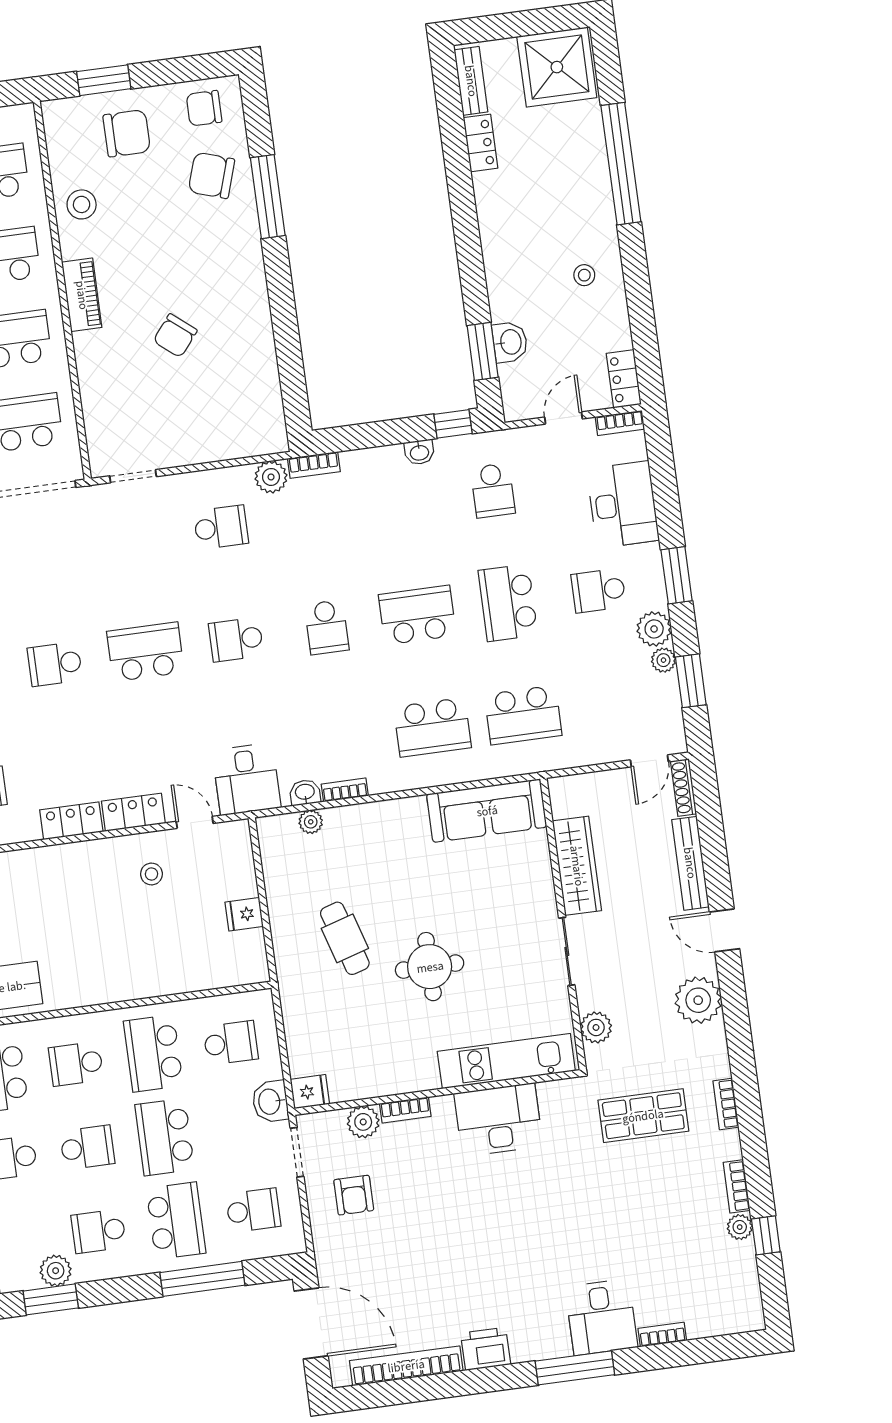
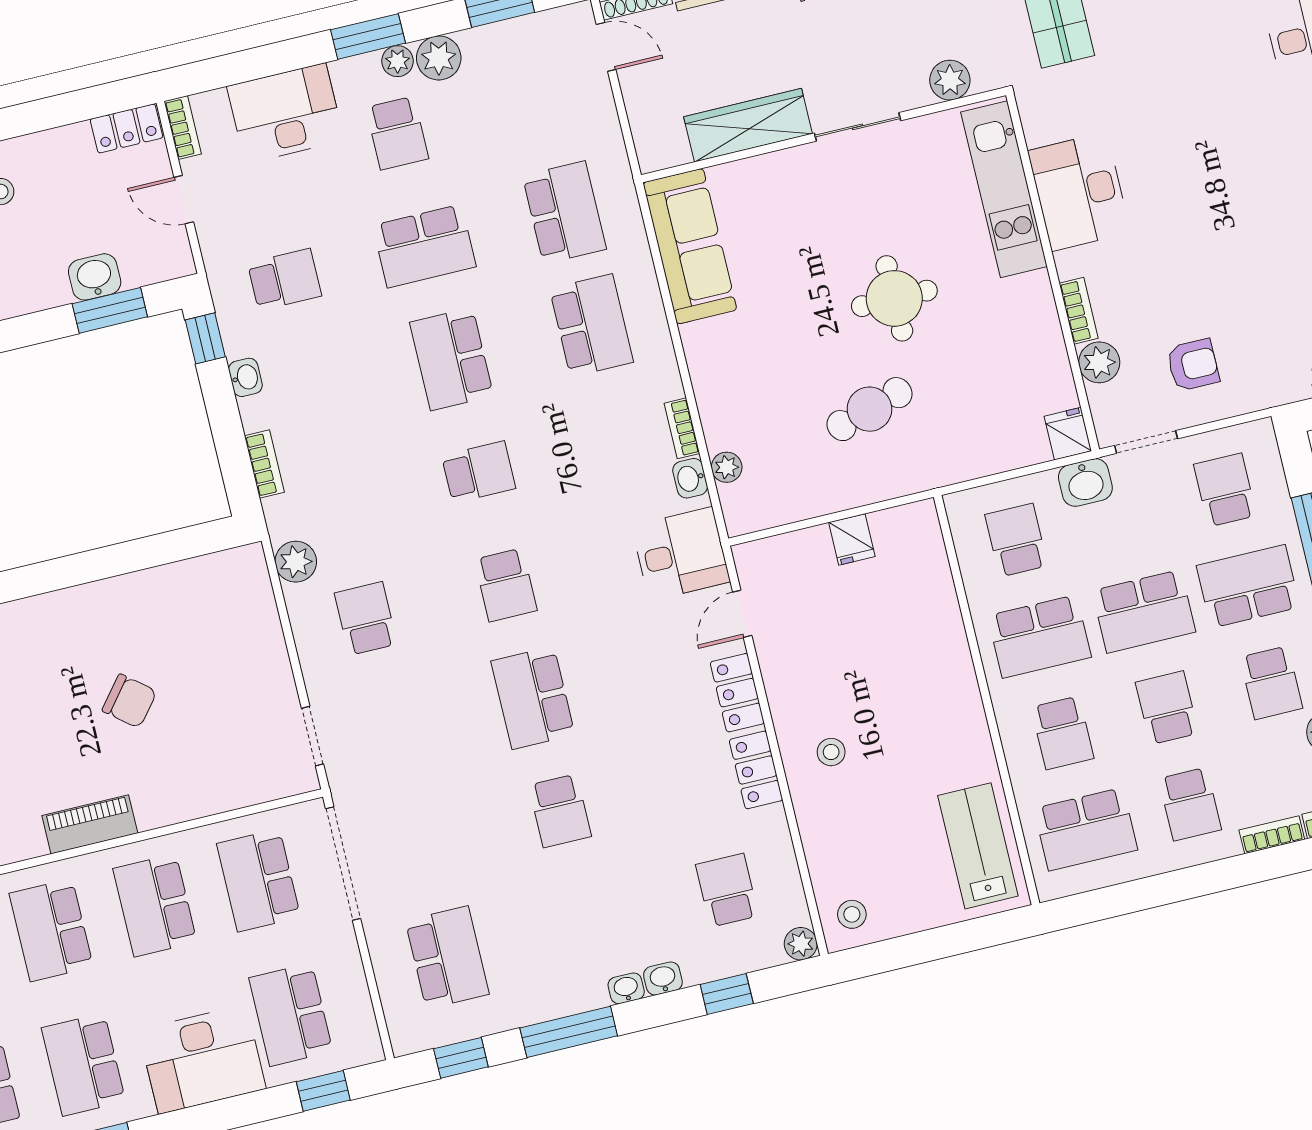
bookcase: (314, 465) -> (264, 464), moved
plant: (663, 660) -> (397, 61), moved
stool: (151, 874) -> (831, 752), moved

